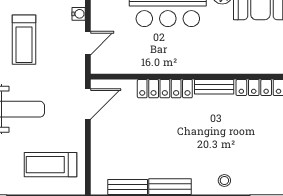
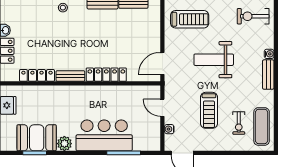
treadmill: (24, 40) -> (209, 110), turned 180
door: (88, 43) -> (162, 108), hinge flipped

